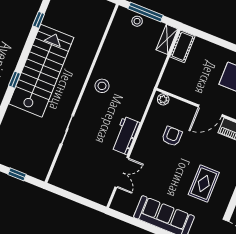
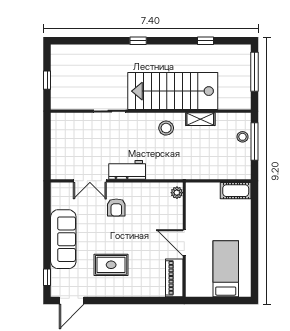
shelving: (167, 39) -> (200, 119), moved
stairs: (41, 71) -> (173, 91), moved, turned 180
armchair: (172, 136) -> (116, 207), moved, turned 90

